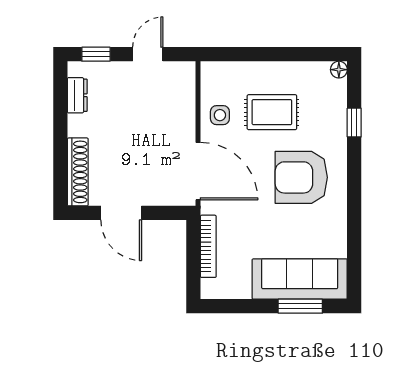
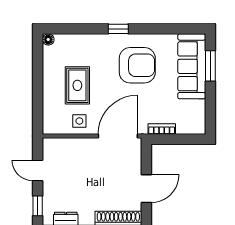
window: (354, 123) -> (118, 29), moved
armchair: (301, 177) -> (137, 65), moved, turned -90
bookcase: (208, 246) -> (162, 129), width x0.64

